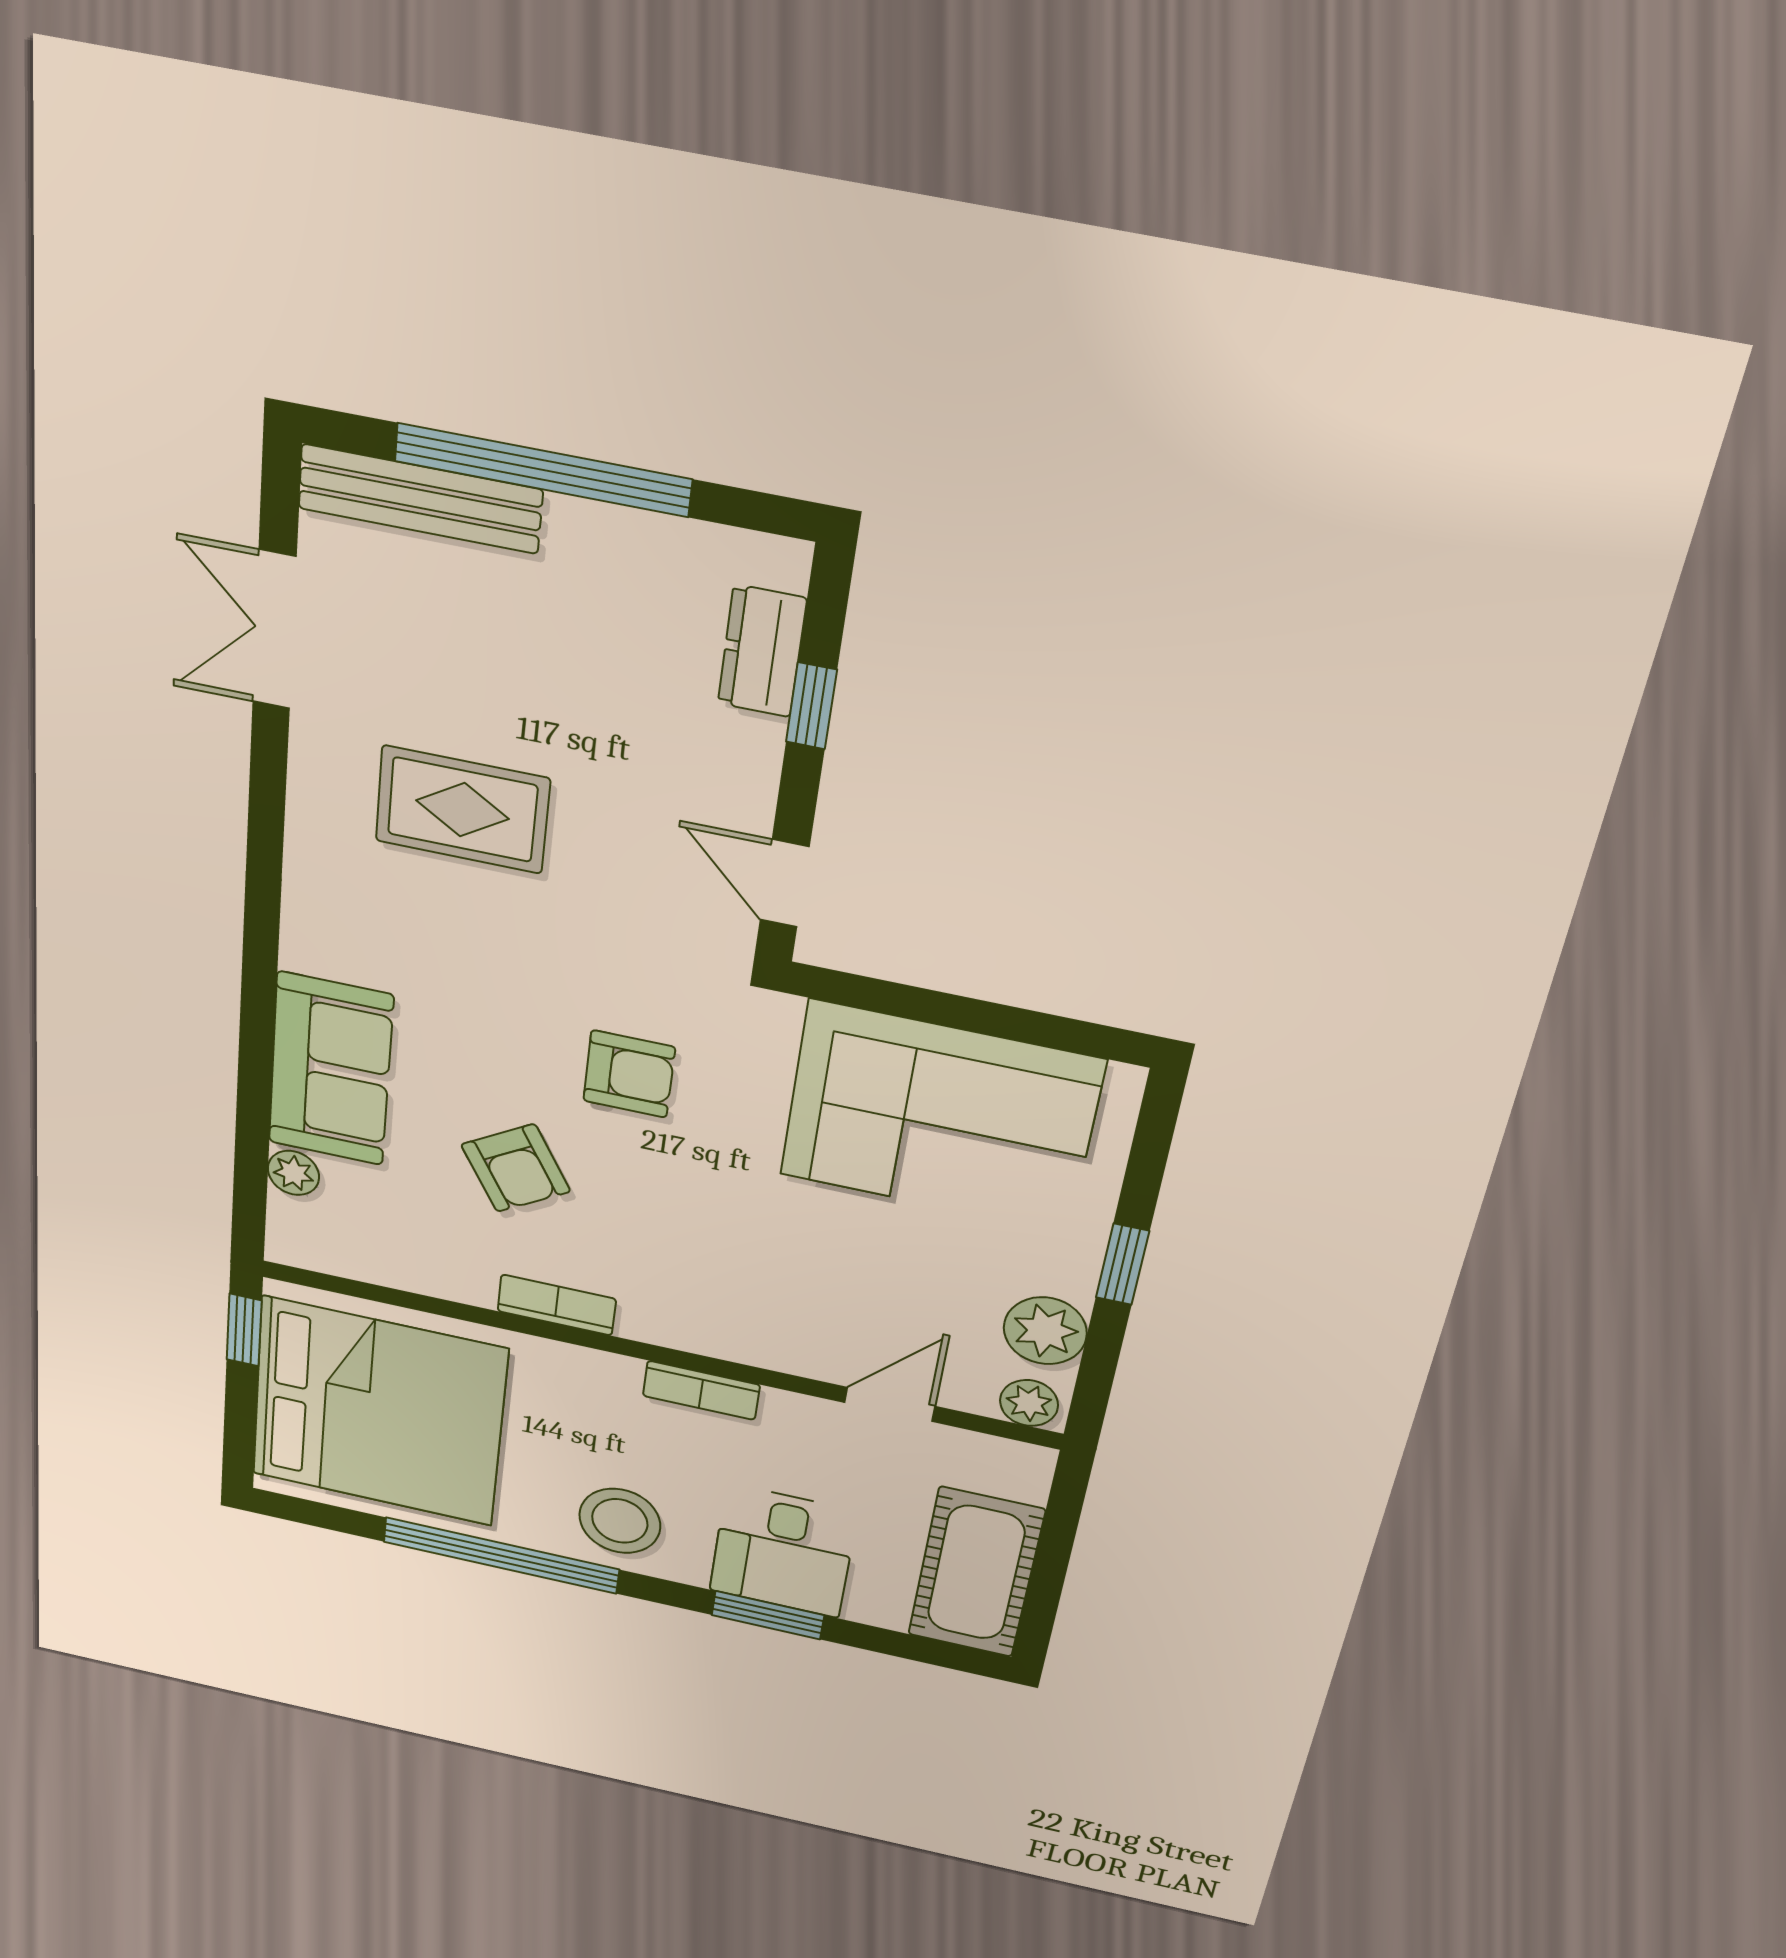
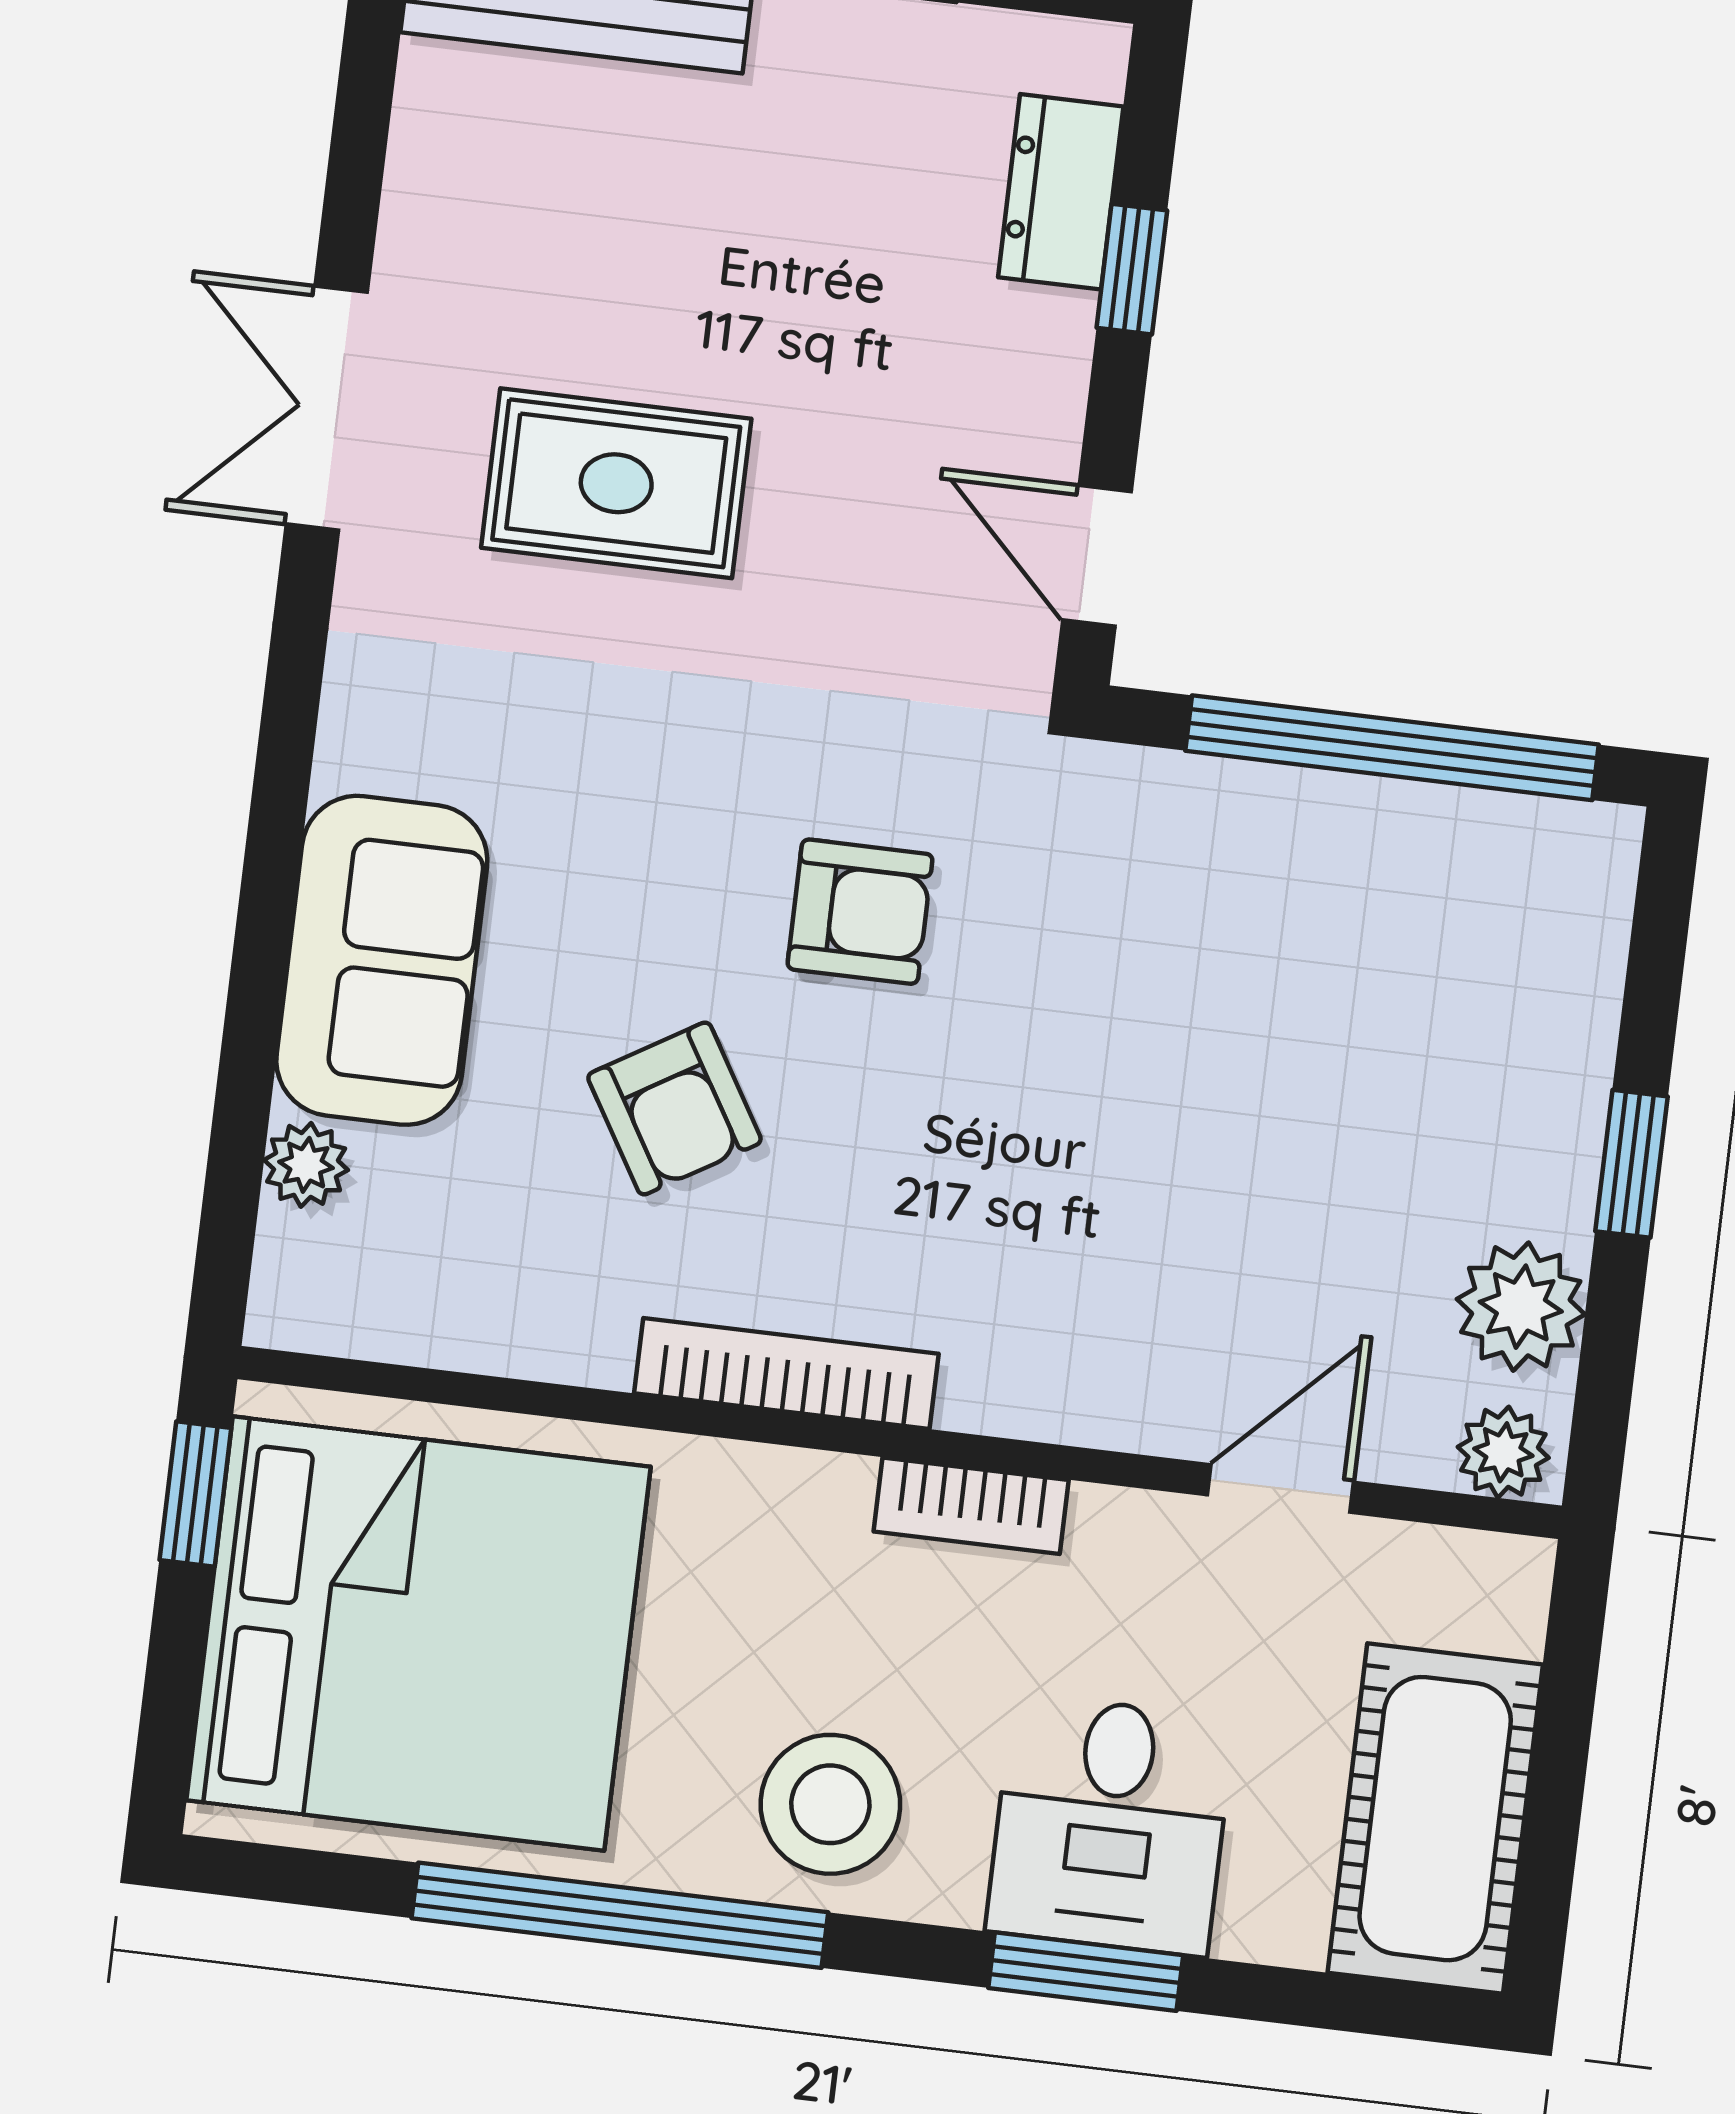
double door: (274, 630) -> (327, 408), moved
window: (980, 1016) -> (1392, 748), added
corner sofa: (940, 1118) -> (1341, 932), removed
bookcase: (557, 1305) -> (786, 1374), width x1.56

